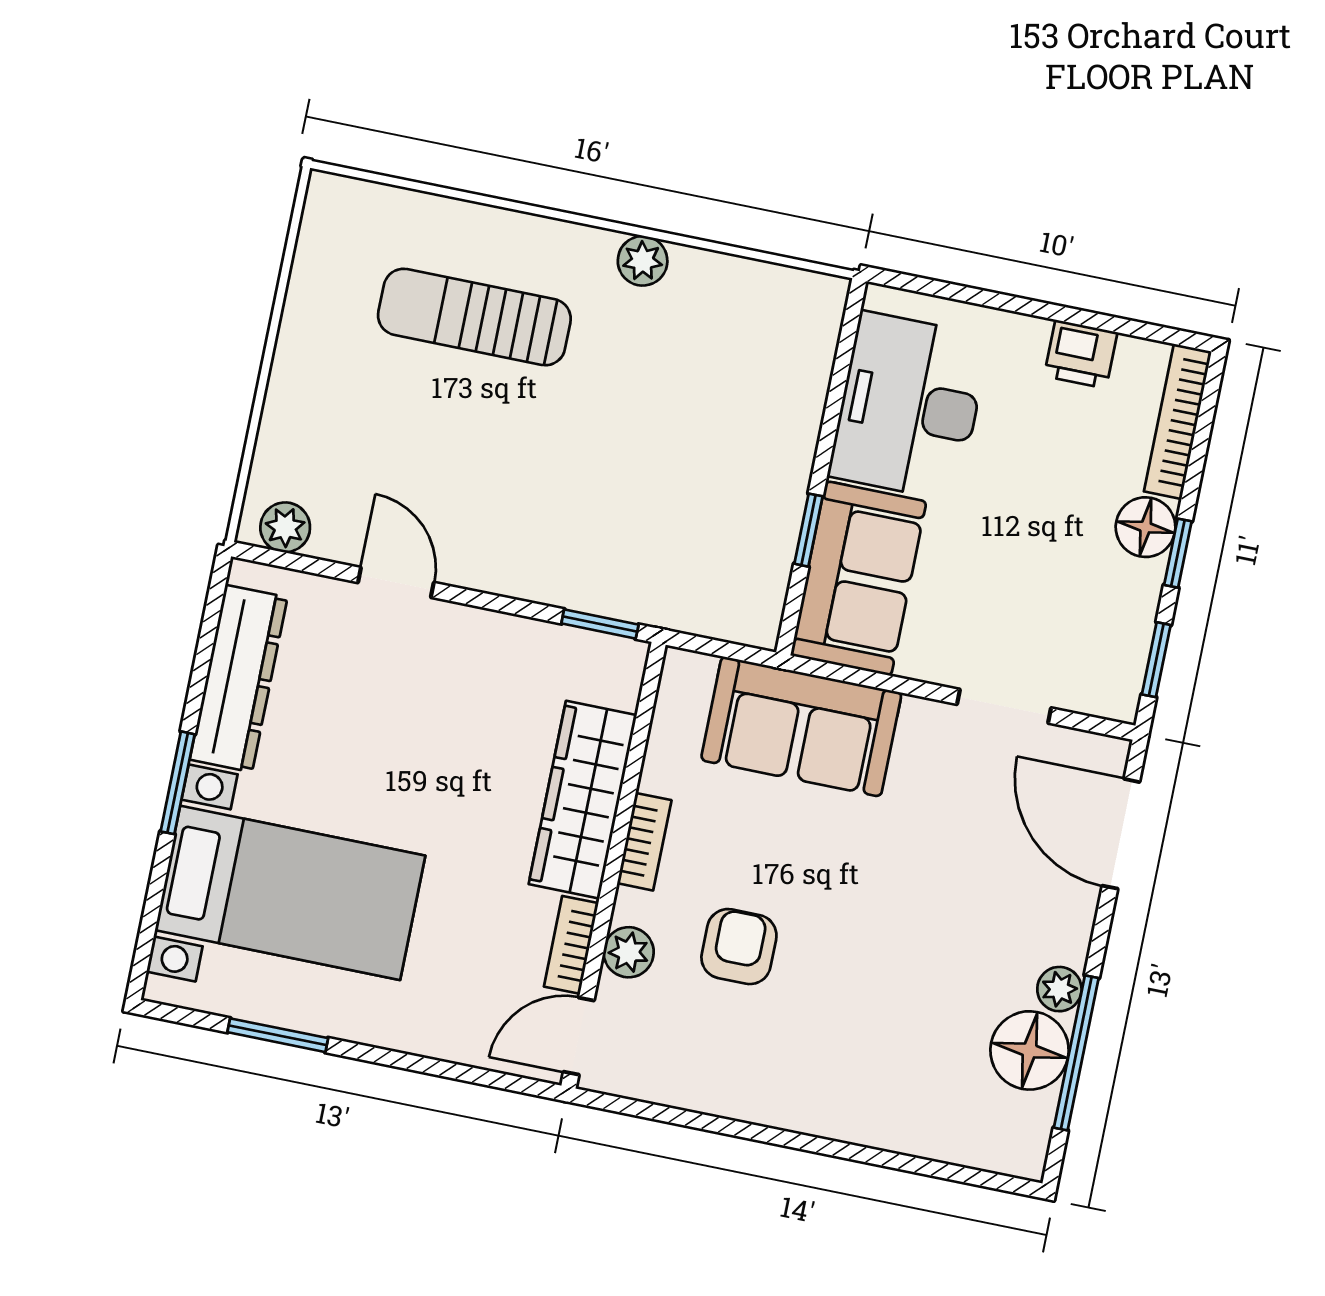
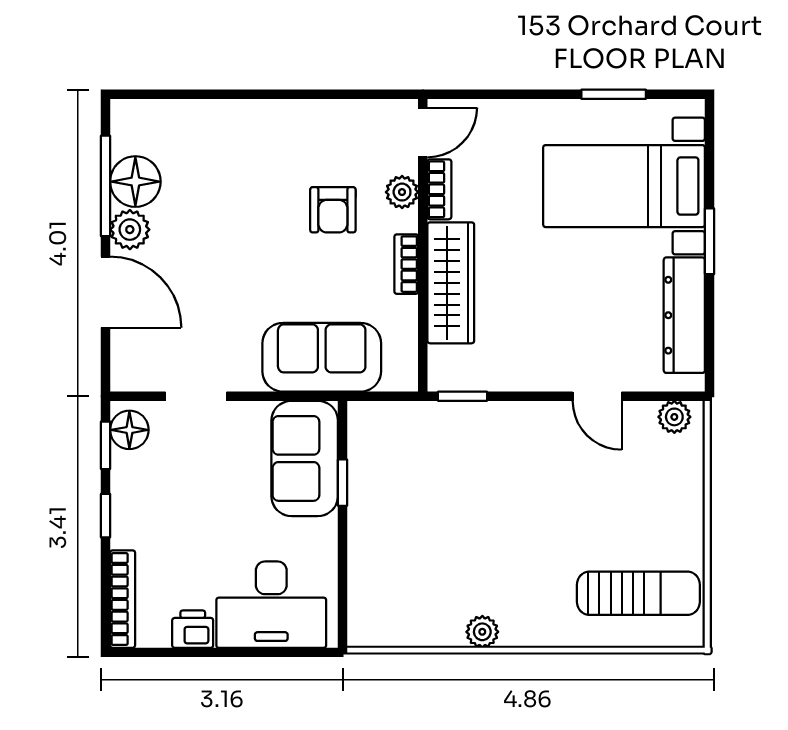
sun lounger: (474, 317) -> (638, 593), moved
desk: (909, 406) -> (271, 605), moved, turned 90
floor lamp: (1146, 527) -> (129, 430), moved
door: (1121, 834) -> (106, 292), moved
plant: (1059, 989) -> (130, 230), width x1.38, depth x1.38

